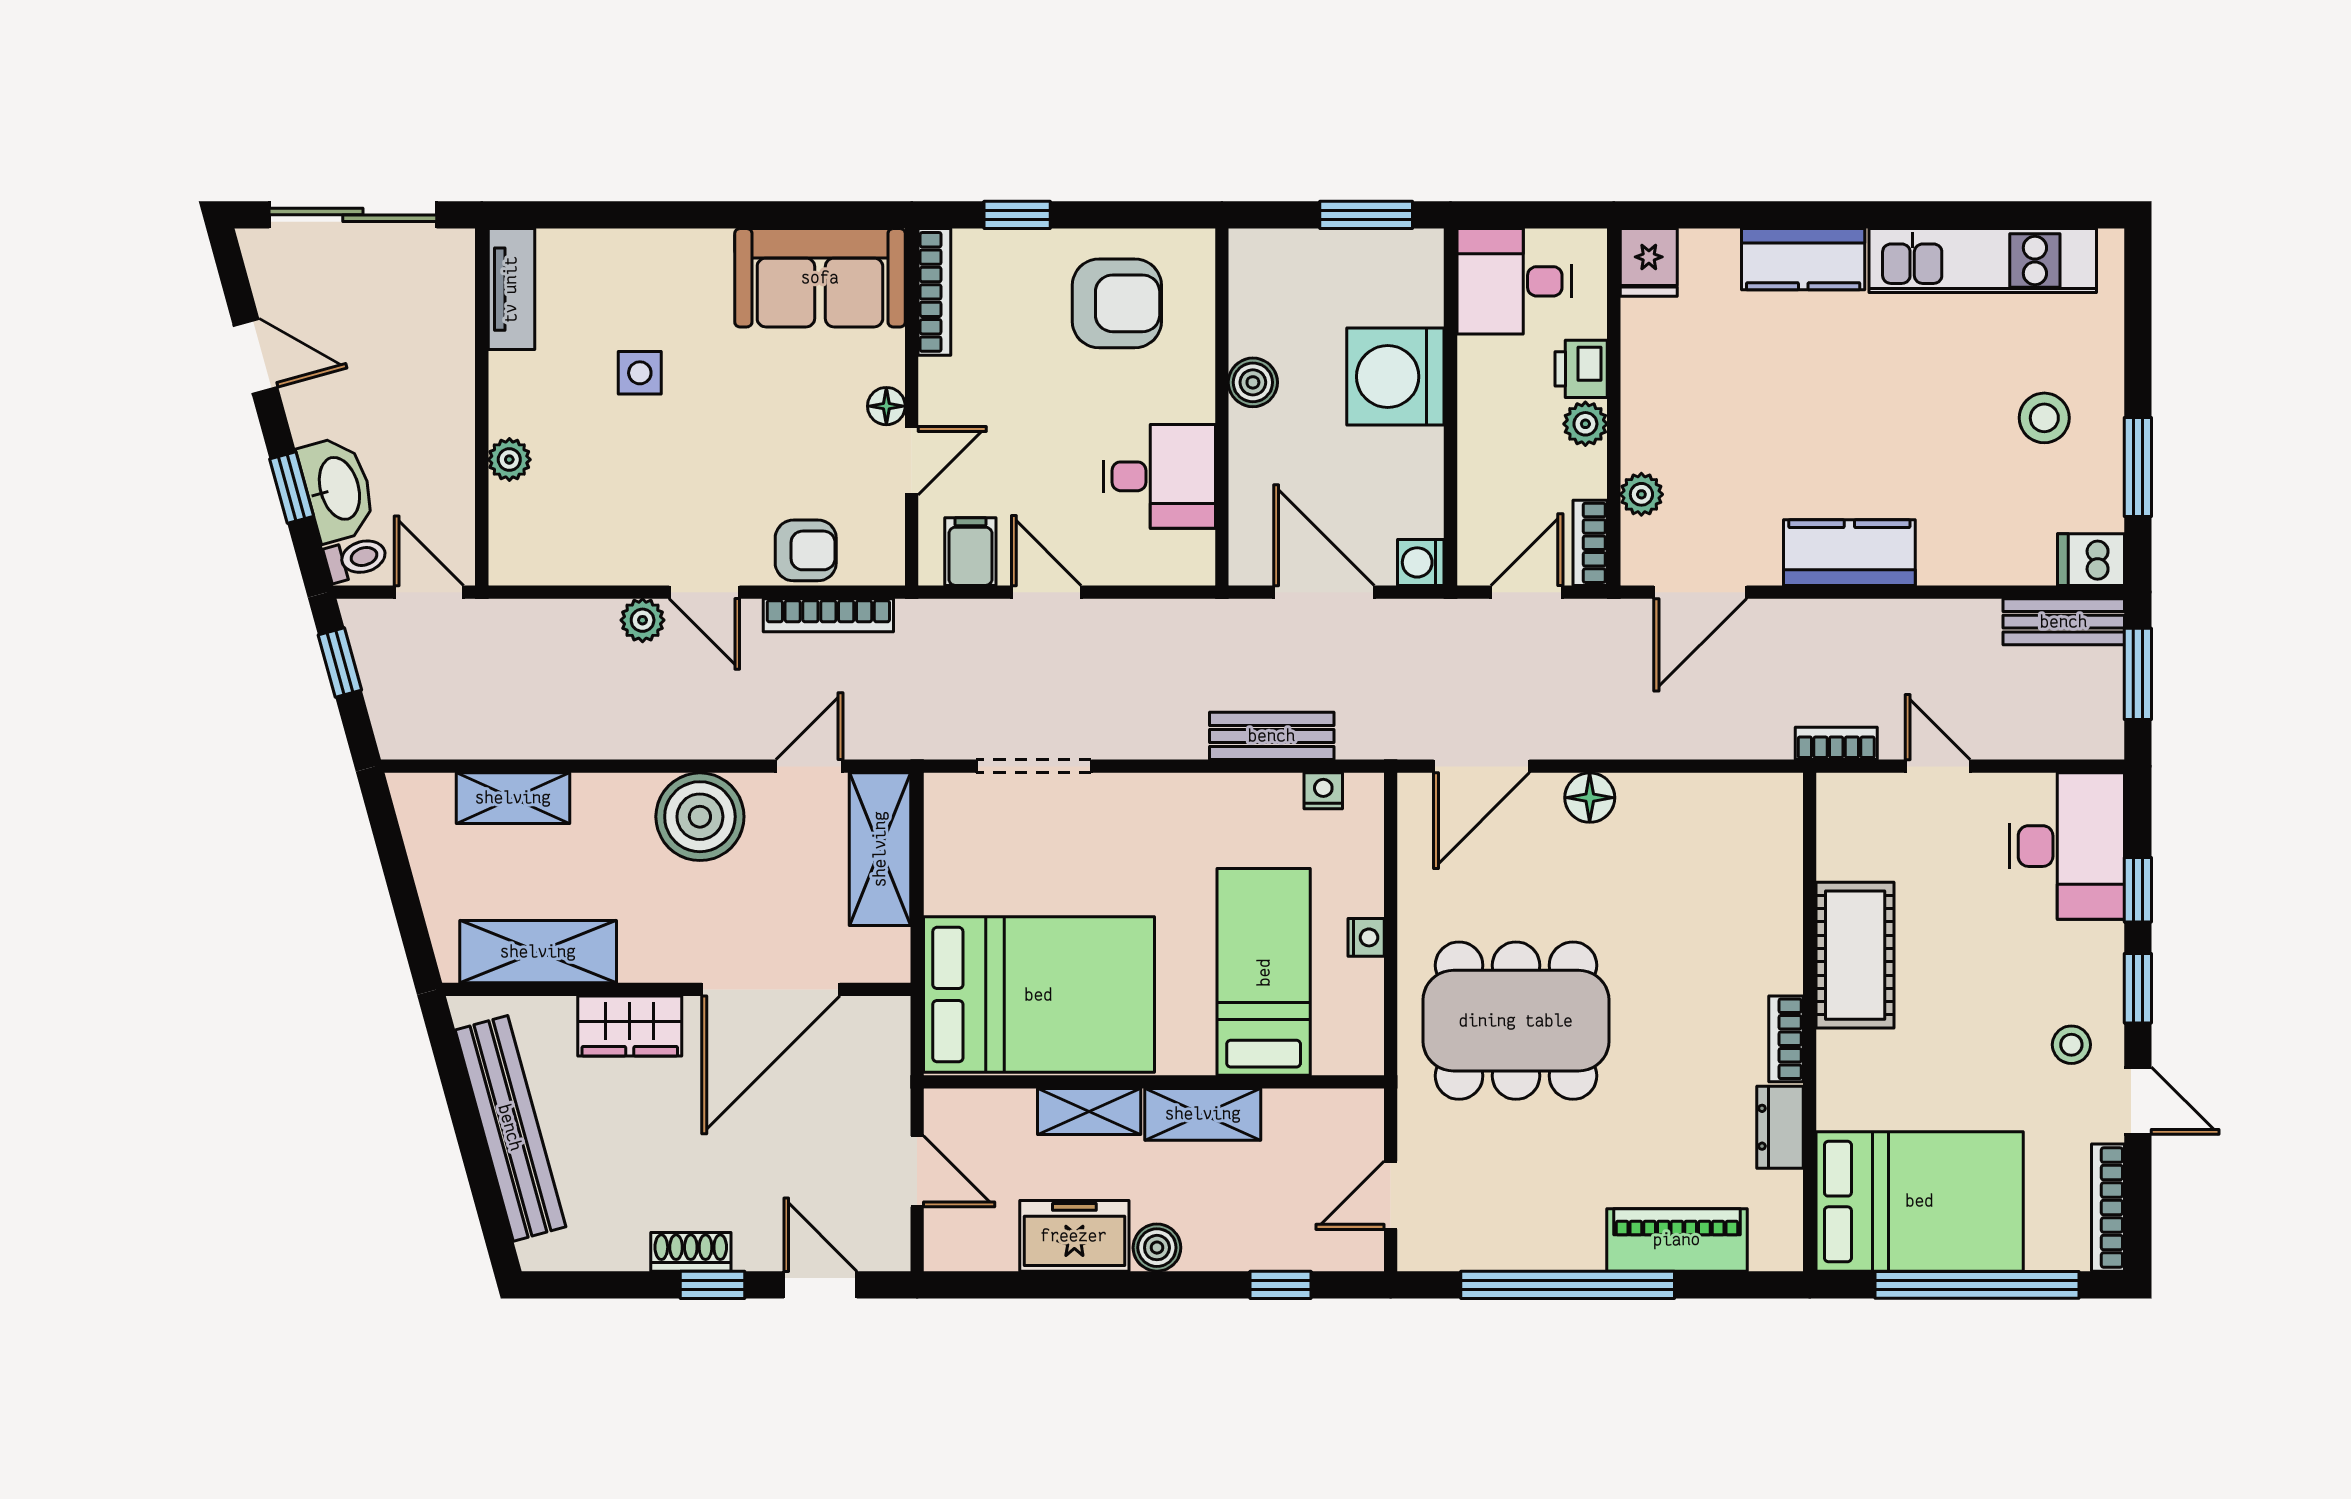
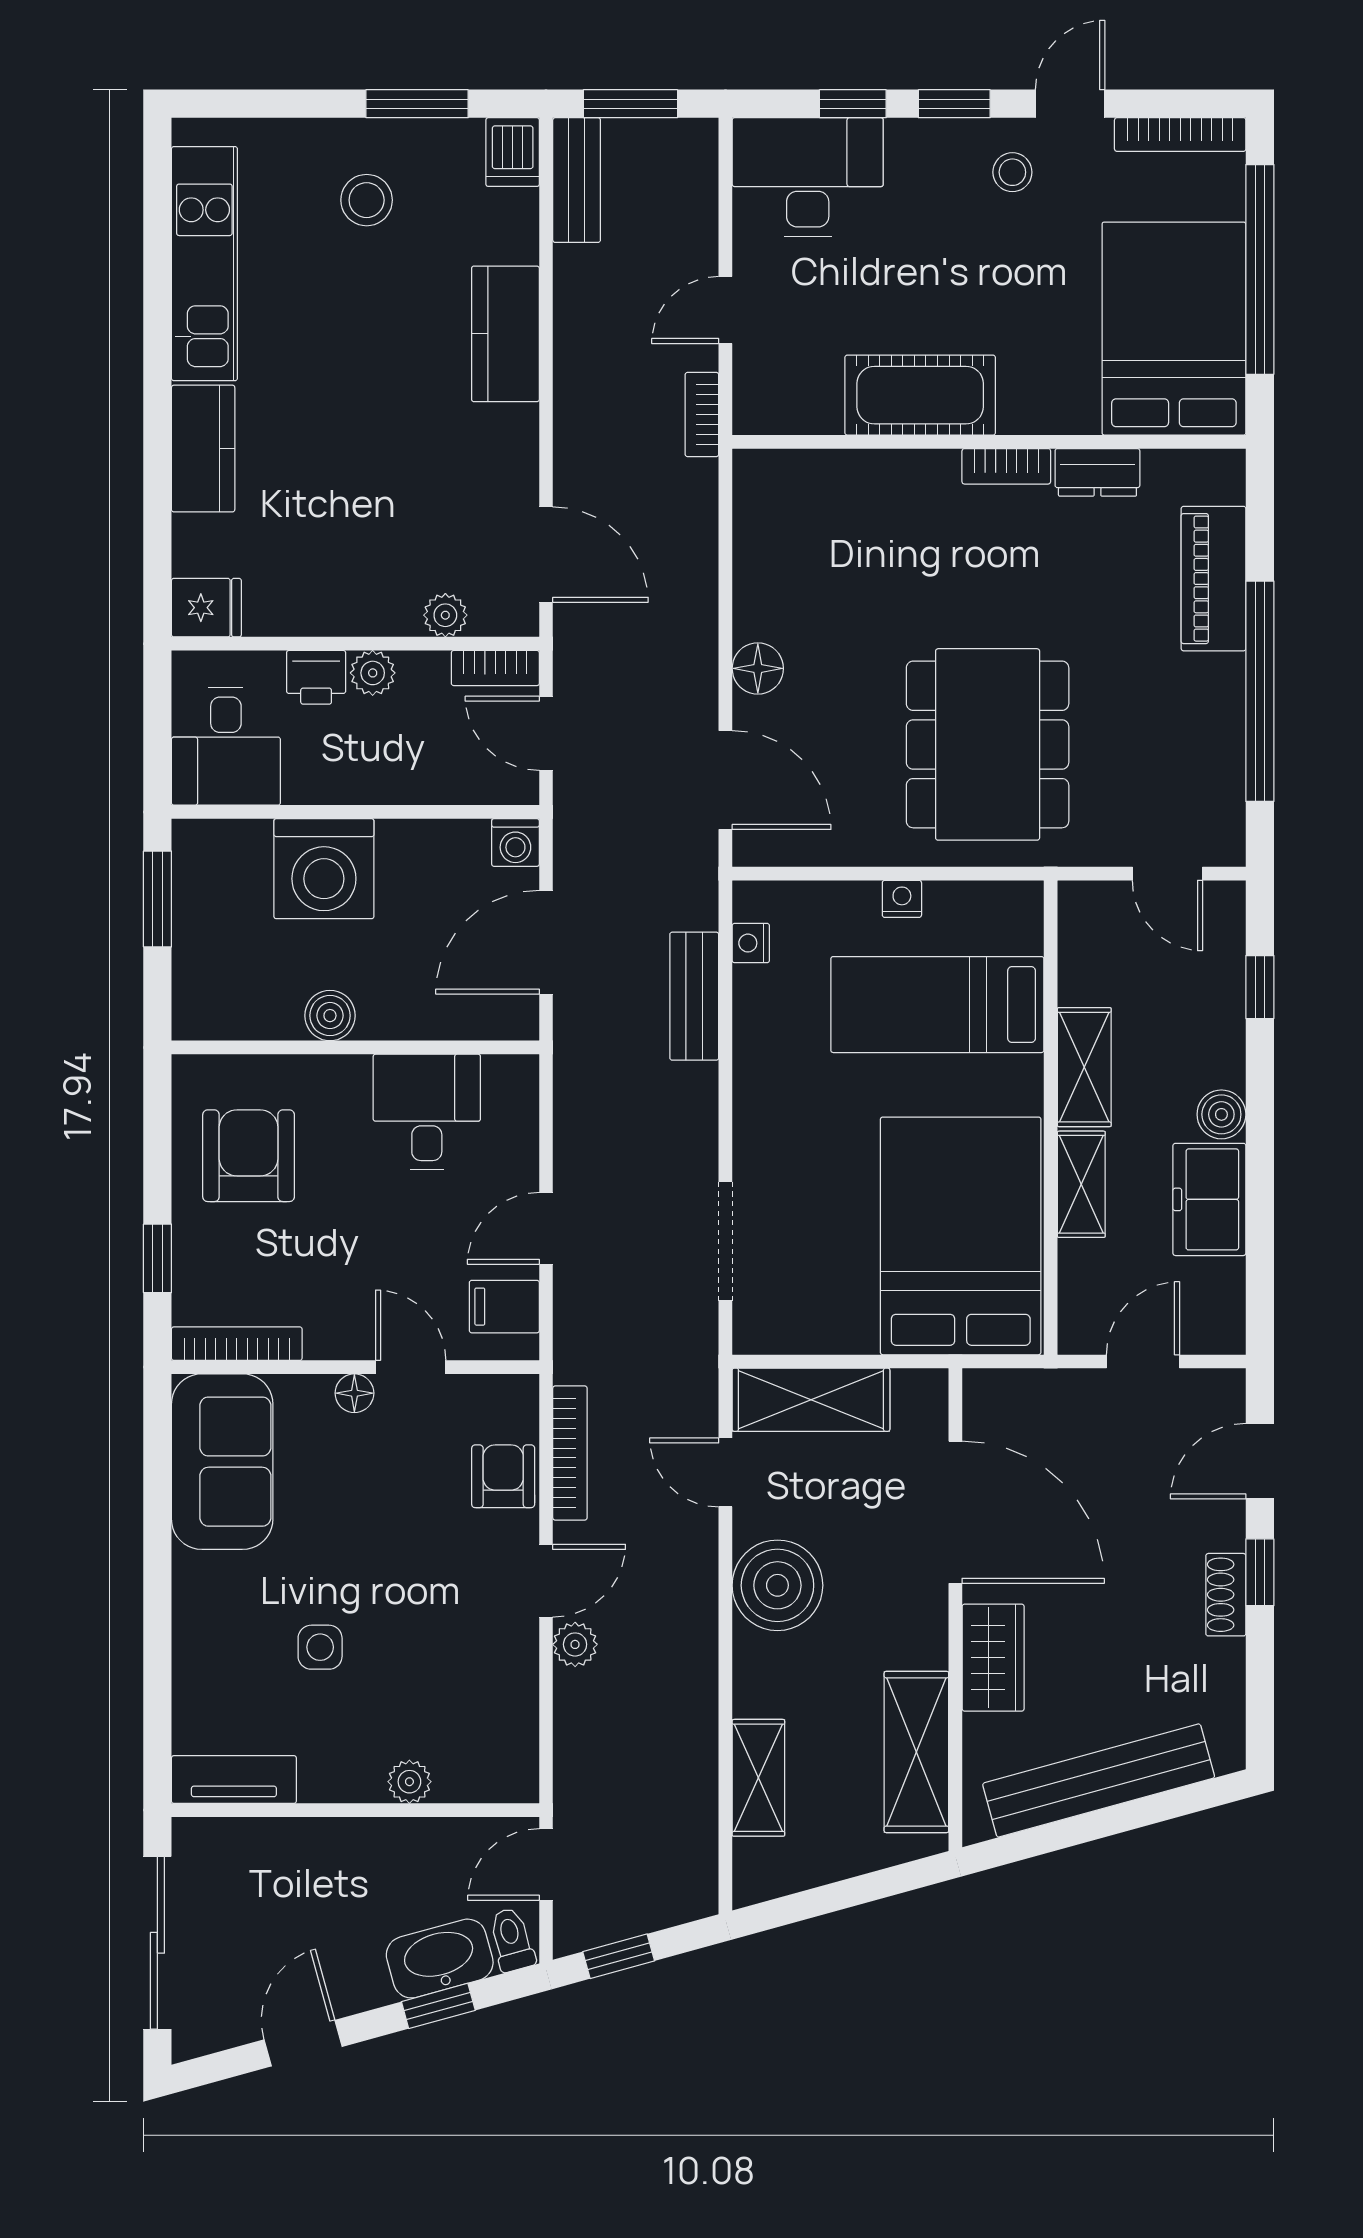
kitchen counter: (1849, 553) -> (505, 334), moved

